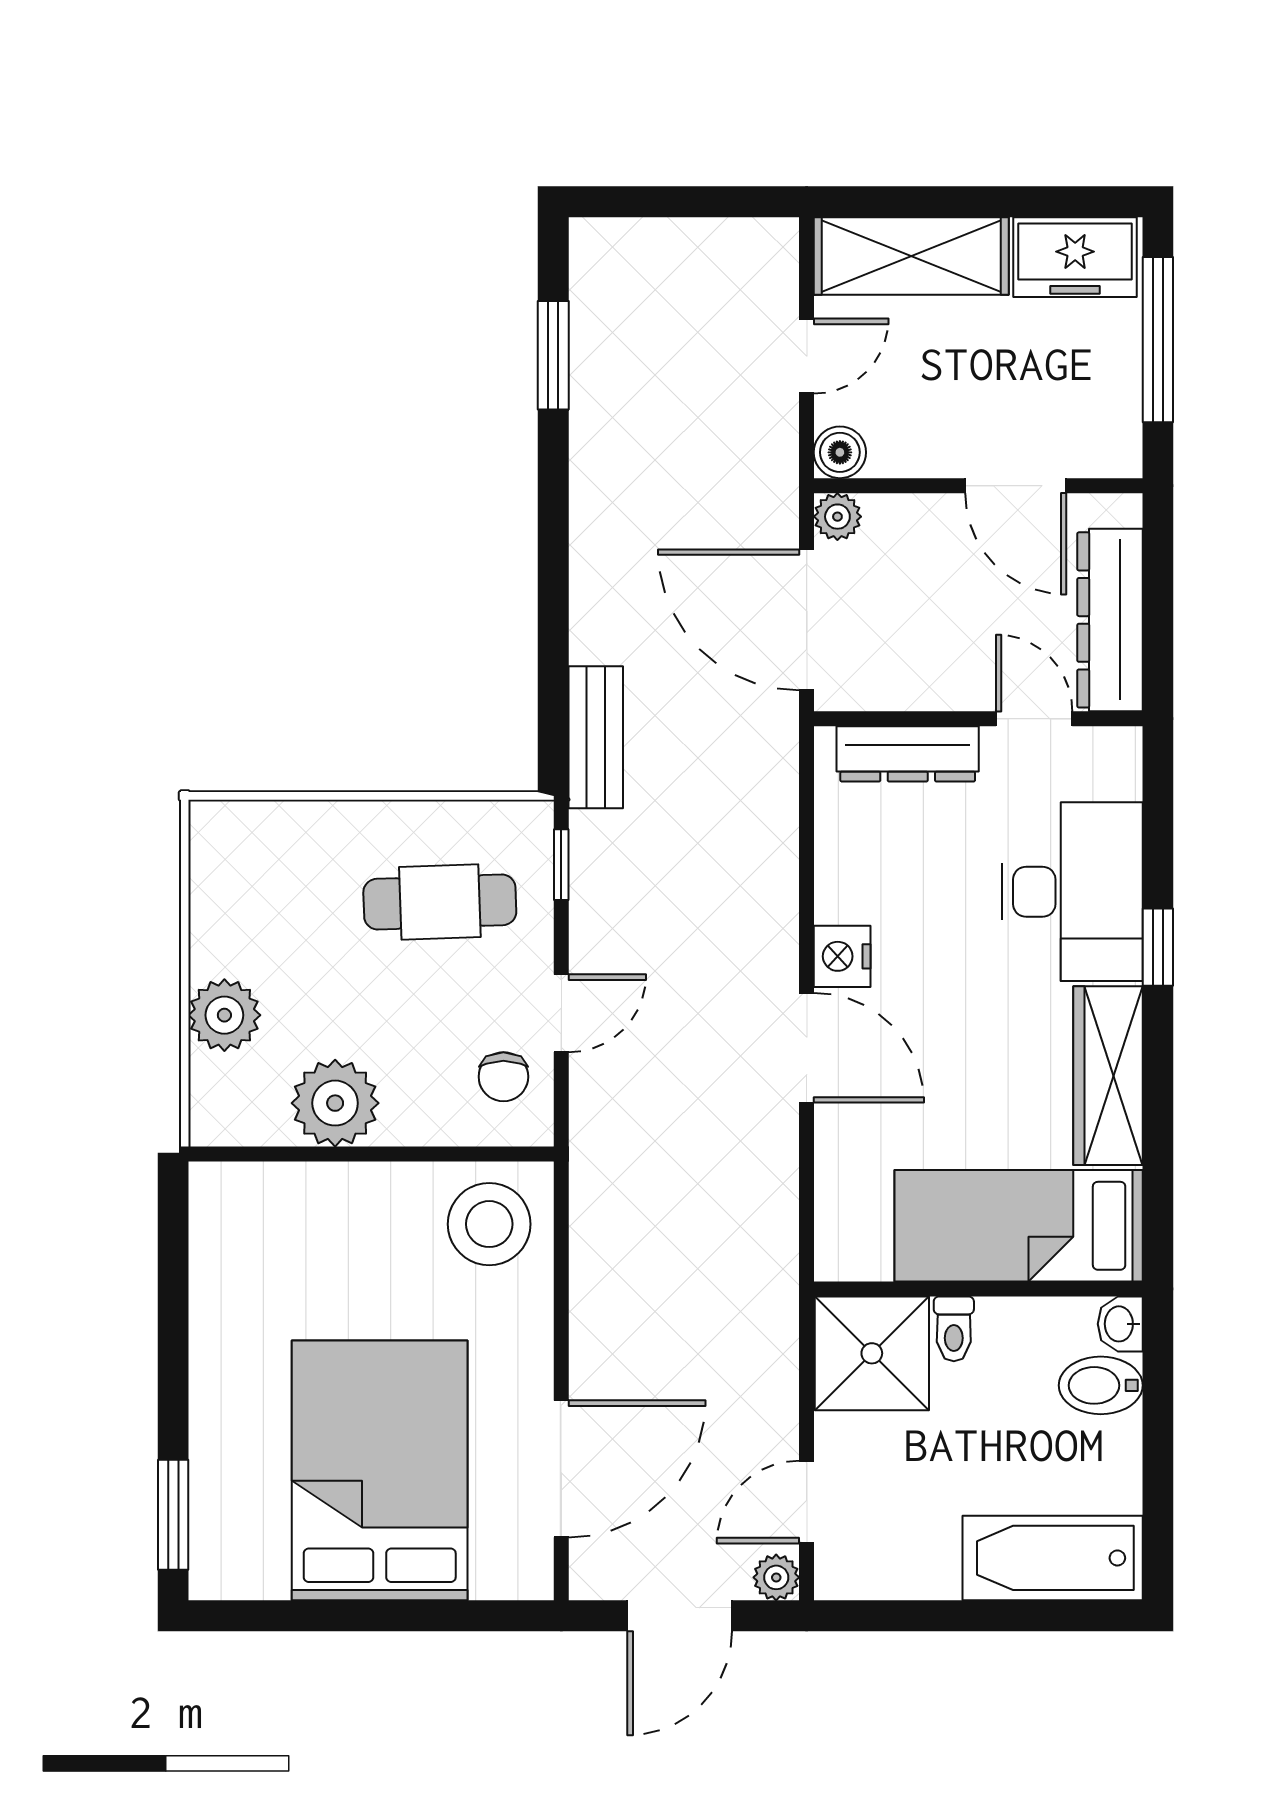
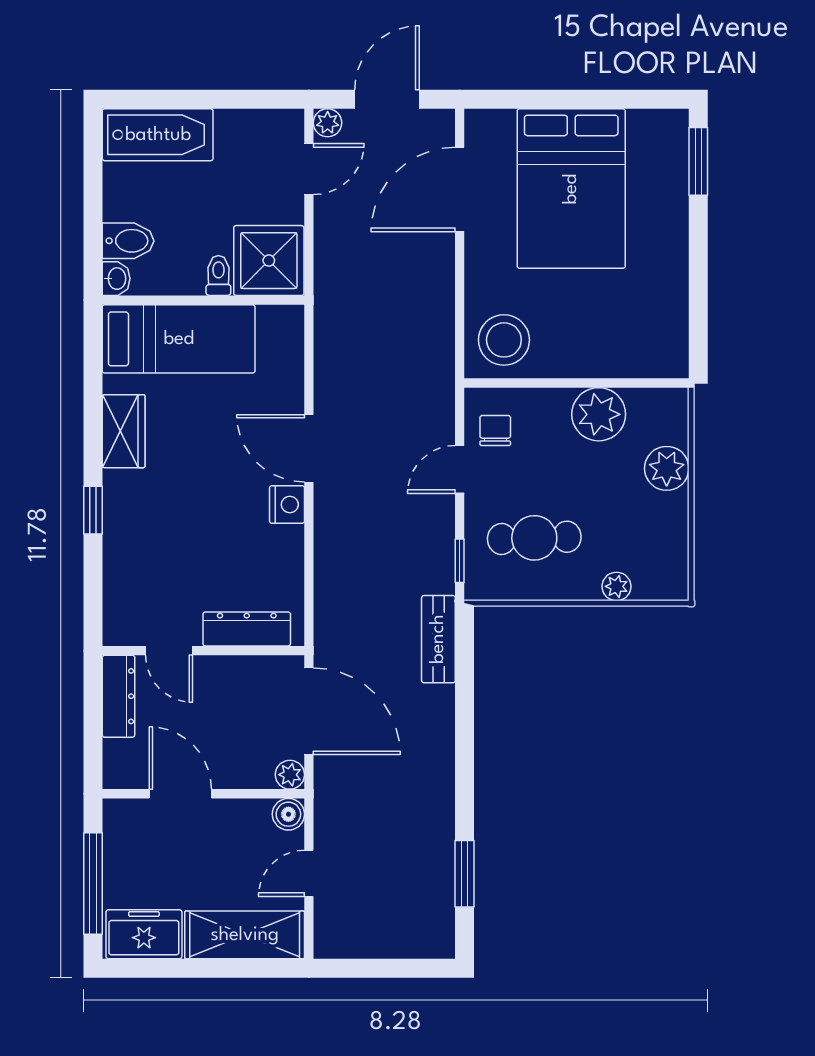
dresser: (1110, 620) -> (119, 696), width x0.73, depth x0.80
plant: (306, 823) -> (617, 586), added
desk: (1072, 892) -> (146, 544), removed
wardrobe: (1108, 1076) -> (124, 431), width x0.67

